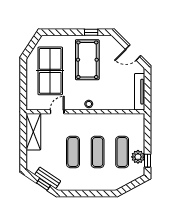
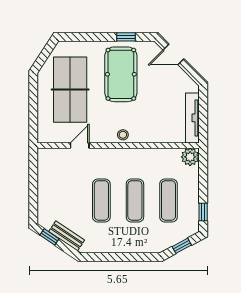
door: (133, 52) -> (173, 54), moved
shelving: (33, 132) -> (47, 173), removed
plant: (138, 157) -> (190, 157), moved
window: (43, 184) -> (49, 237), moved
window: (132, 185) -> (182, 246), added

